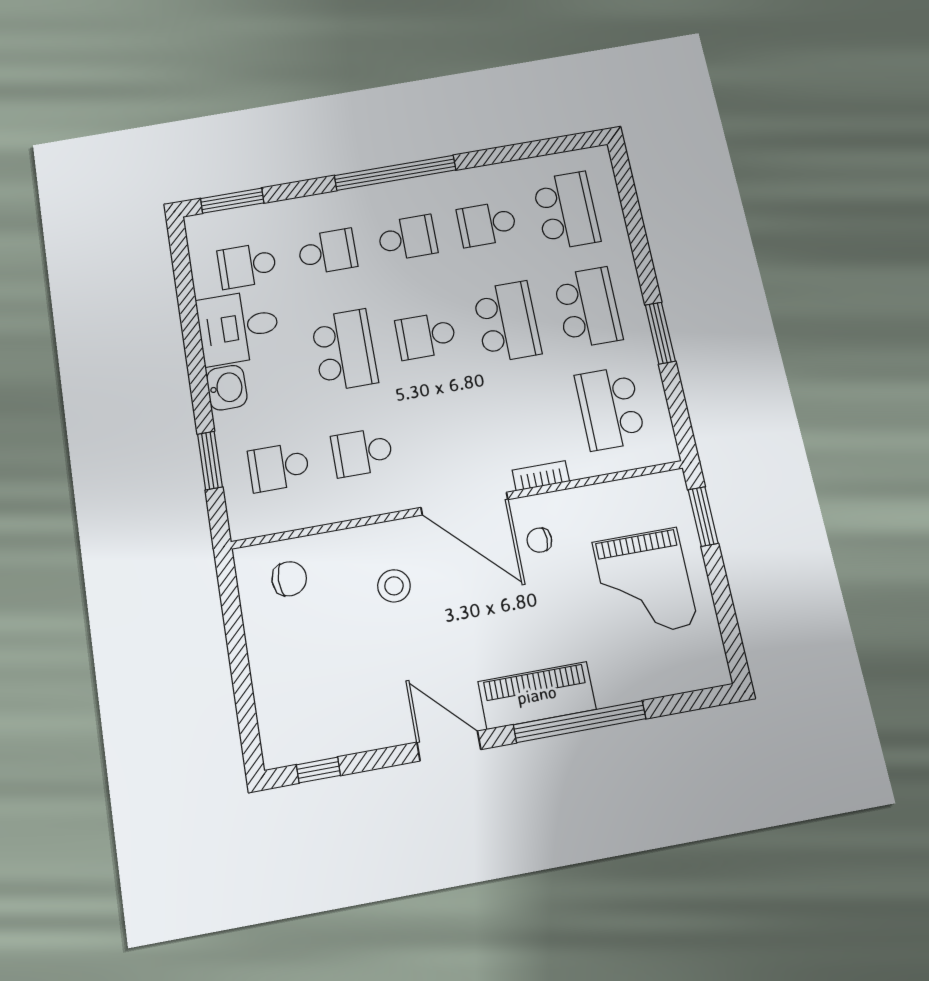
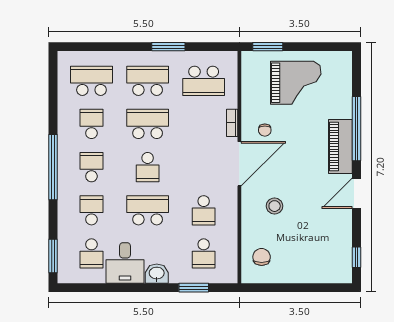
school desk: (487, 224) -> (91, 124), turned 180

